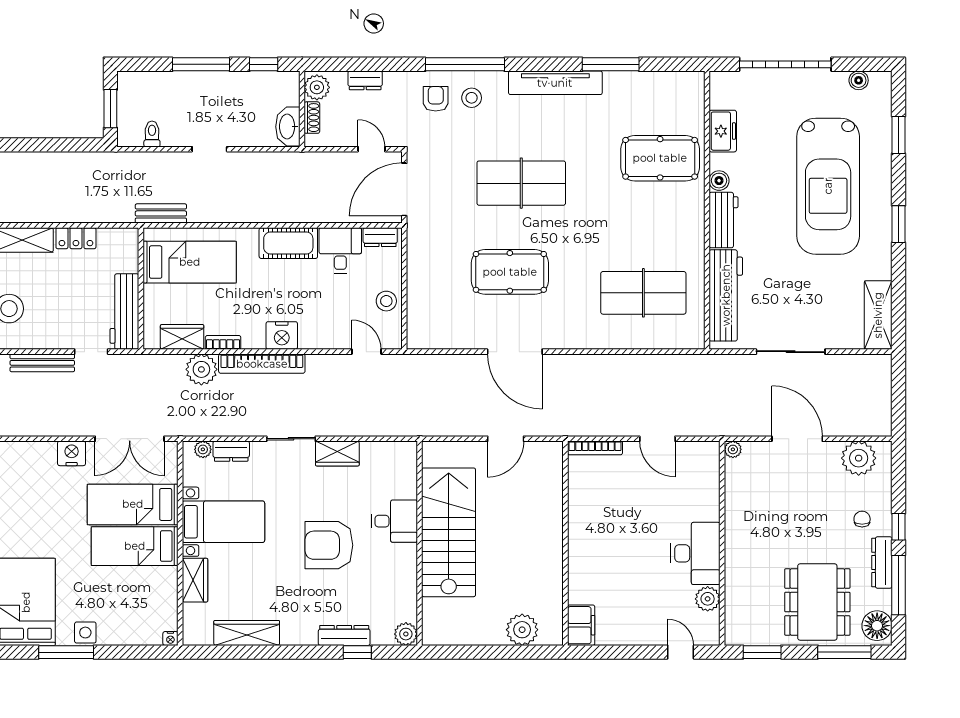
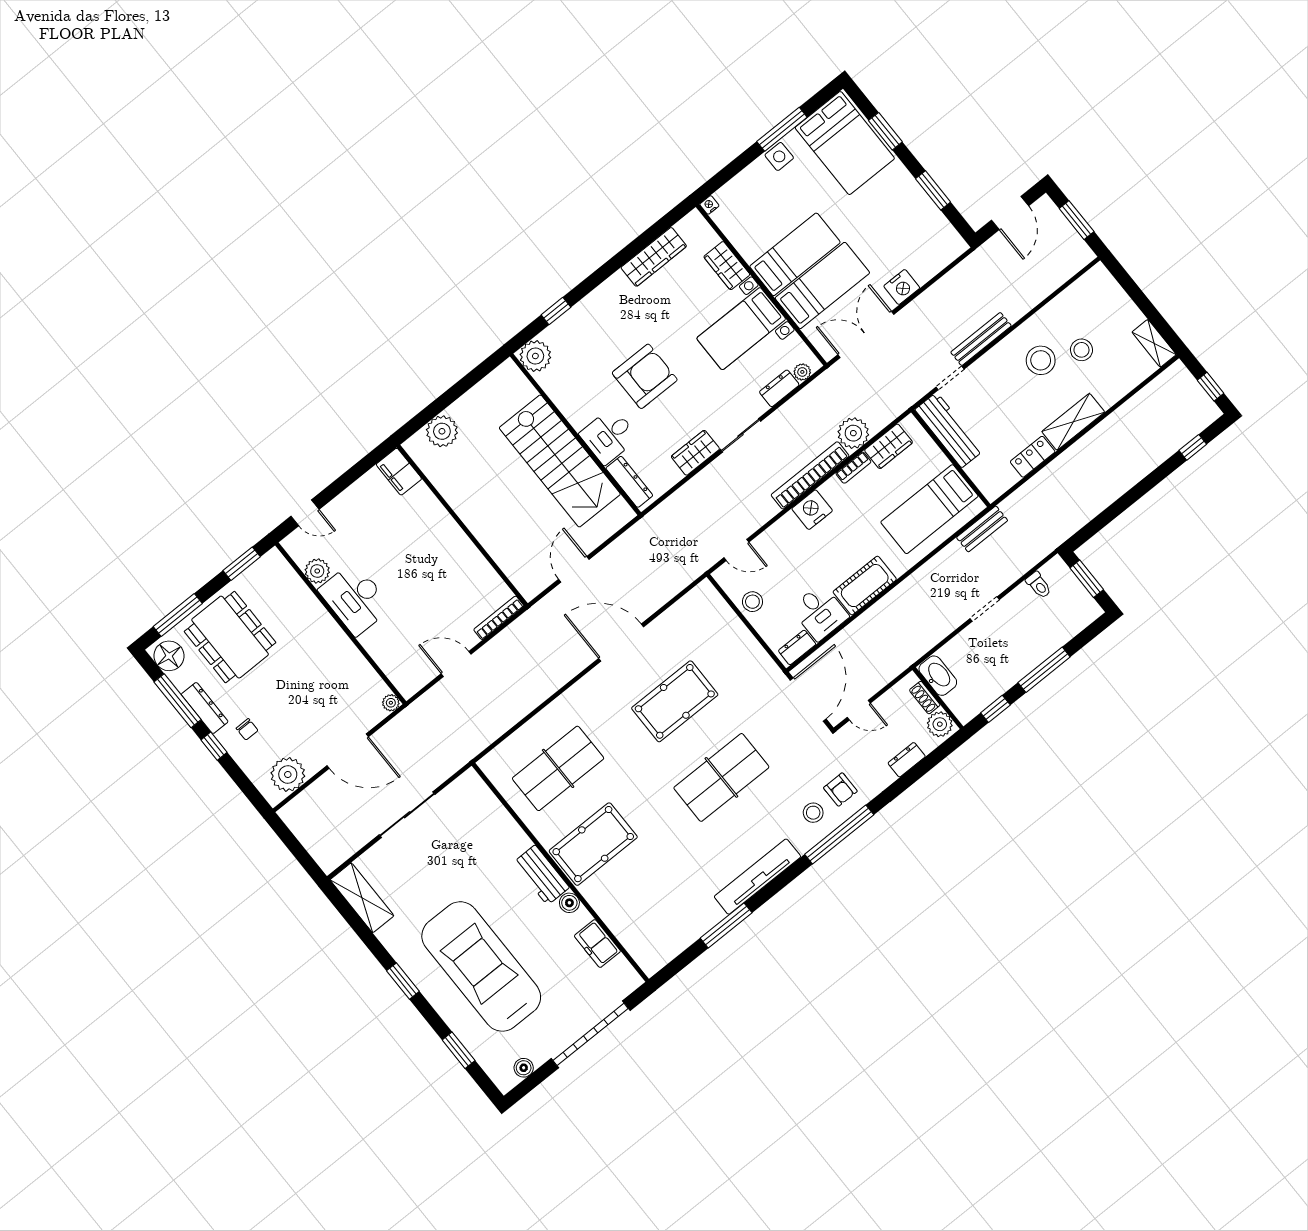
pool table: (660, 158) -> (593, 844), moved
workbench: (726, 295) -> (492, 818), removed
plant: (406, 634) -> (535, 356), width x1.36, depth x1.36
dresser: (344, 635) -> (629, 482), moved, turned -90

